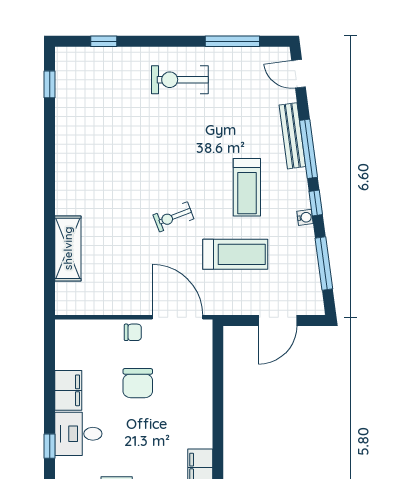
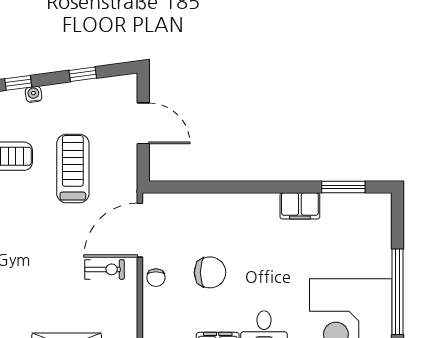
exercise bike: (173, 217) -> (105, 269), moved, turned -69
window: (324, 264) -> (83, 74), width x0.46
chair: (133, 332) -> (156, 278), turned 180

